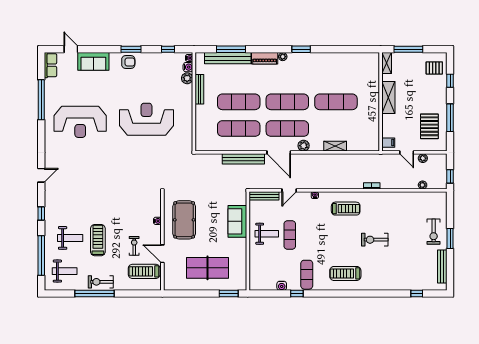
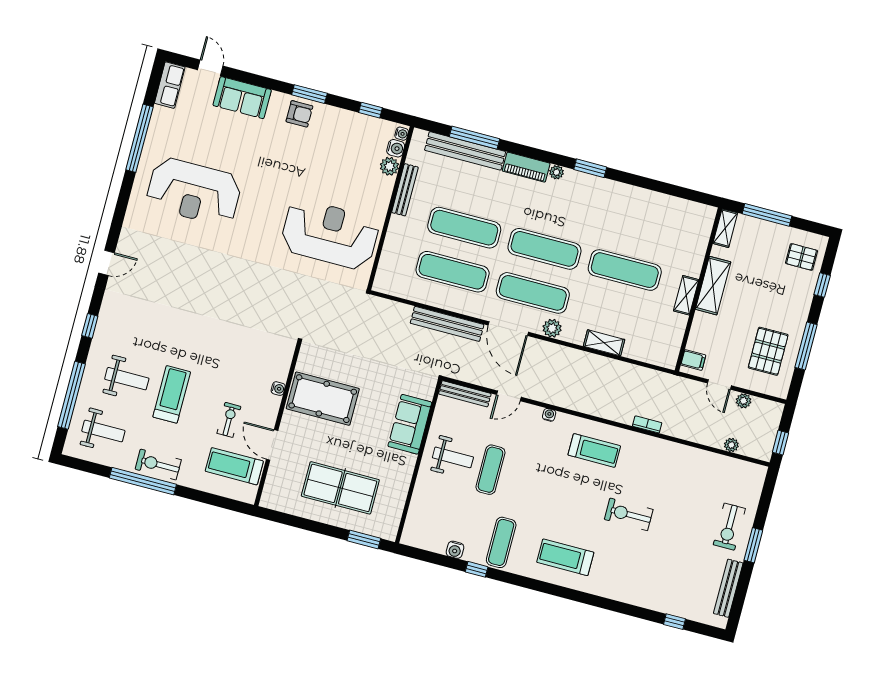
shelving: (375, 107) -> (686, 295), added
reception desk: (146, 119) -> (330, 234), moved
pool table: (184, 220) -> (323, 399), turned 90

